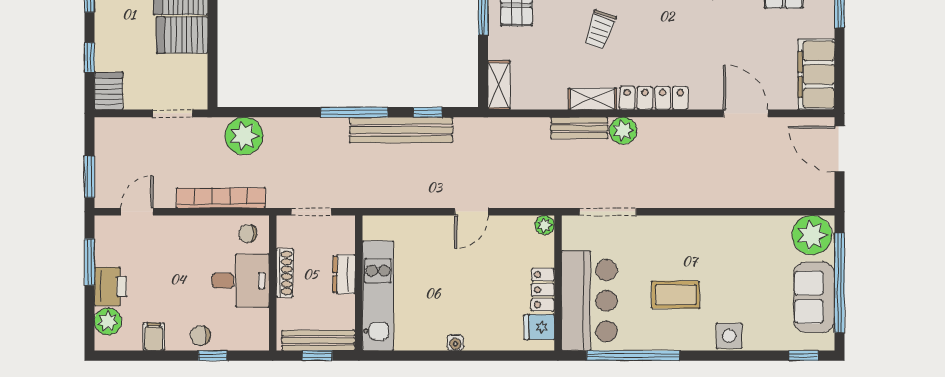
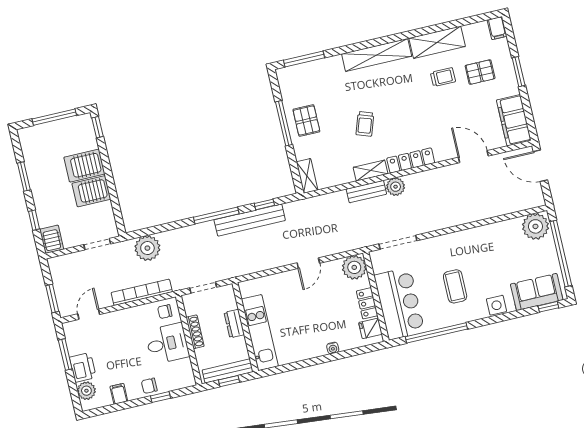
plant: (545, 225) -> (354, 267), width x1.87, depth x1.87
coffee table: (676, 295) -> (455, 286), turned 90
sofa: (814, 297) -> (537, 292), moved, turned 90
water cooler: (455, 343) -> (333, 348), moved

